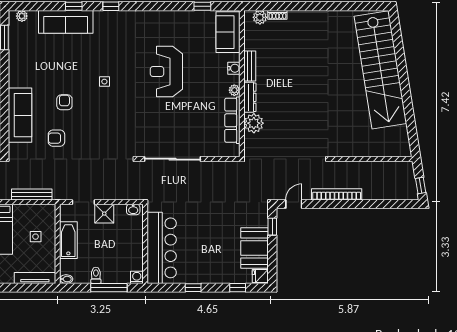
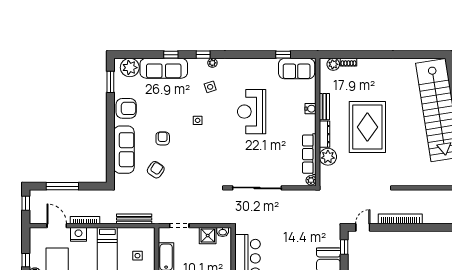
plant: (22, 16) -> (130, 68), width x1.88, depth x1.88
plant: (121, 16) -> (212, 63), added
sofa: (228, 32) -> (297, 69), moved, turned -90
side table: (119, 43) -> (210, 87), added
armchair: (23, 68) -> (126, 108), added
rug: (299, 89) -> (367, 127), added
plant: (234, 90) -> (311, 180), moved
armchair: (56, 138) -> (156, 170), turned 124
shower: (104, 214) -> (208, 236), moved

